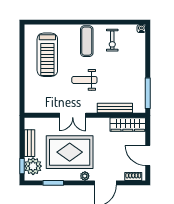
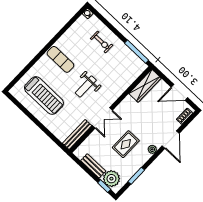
exercise bike: (112, 40) -> (102, 42), moved
bench: (115, 108) -> (77, 134), moved
rug: (70, 152) -> (126, 144), width x0.54, depth x0.49

